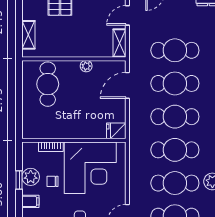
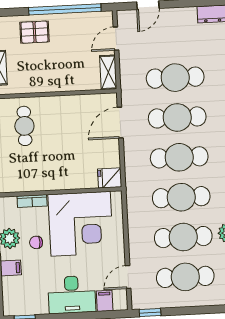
plant: (86, 66) -> (70, 102), removed
cafe table: (48, 84) -> (24, 126), width x0.73, depth x0.74

